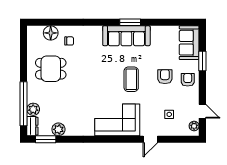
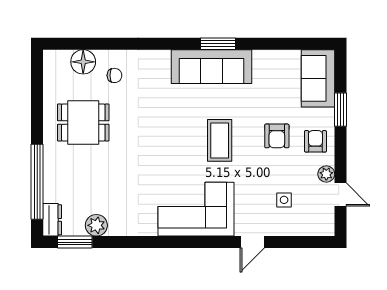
armchair: (165, 77) -> (277, 136), turned 180
plant: (33, 109) -> (53, 191), removed
plant: (194, 126) -> (326, 174), moved

